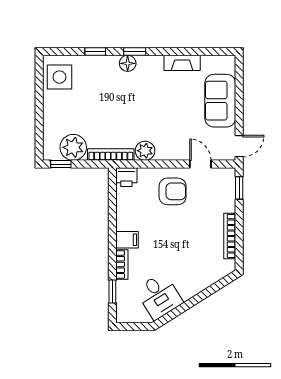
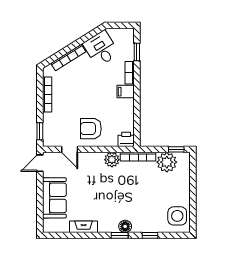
bookcase: (202, 284) -> (68, 57), added

